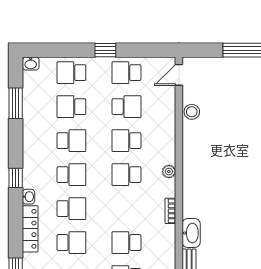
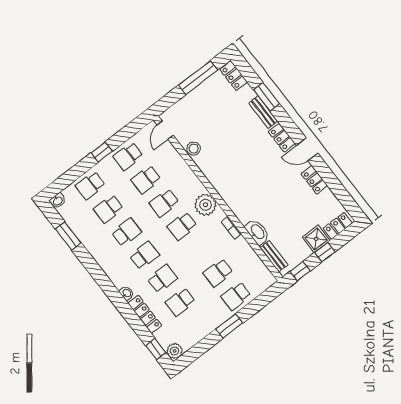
school desk: (126, 107) -> (146, 180), turned 180
plant: (169, 172) -> (205, 205), width x1.88, depth x1.88
window: (16, 178) -> (108, 287), removed
school desk: (71, 243) -> (180, 302), turned 180

